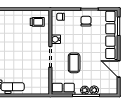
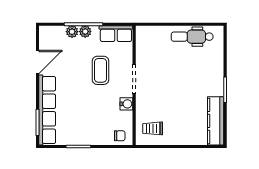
chair: (86, 21) -> (84, 130), removed
door: (119, 69) -> (37, 62), hinge flipped

